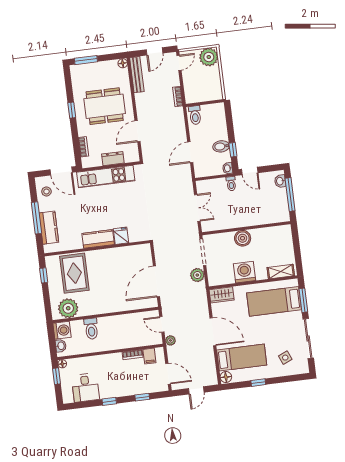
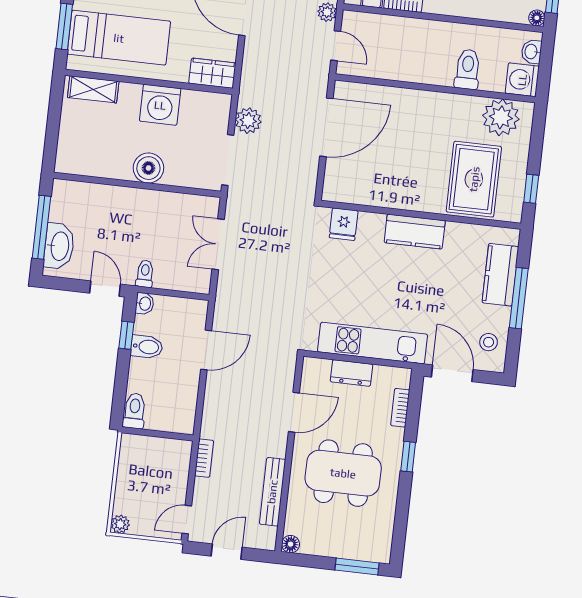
plant: (209, 57) -> (120, 524), width x0.53, depth x0.53
bench: (137, 75) -> (272, 492), moved
window: (72, 110) -> (408, 457), moved
toilet: (195, 115) -> (134, 411), moved
washbasin: (280, 181) -> (59, 246), width x1.91, depth x1.45
fridge: (121, 236) -> (344, 224), moved

